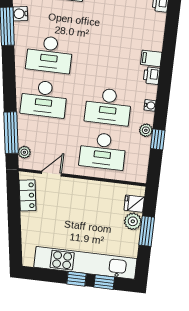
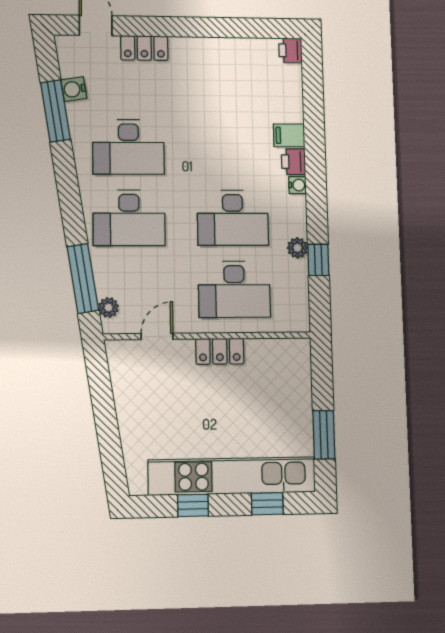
water cooler: (150, 105) -> (297, 185), moved
locker: (28, 195) -> (220, 351), moved, turned 99
fridge: (134, 204) -> (297, 368), removed
plant: (133, 221) -> (299, 397), removed
window: (147, 231) -> (324, 435), moved
window: (76, 279) -> (193, 505), moved

